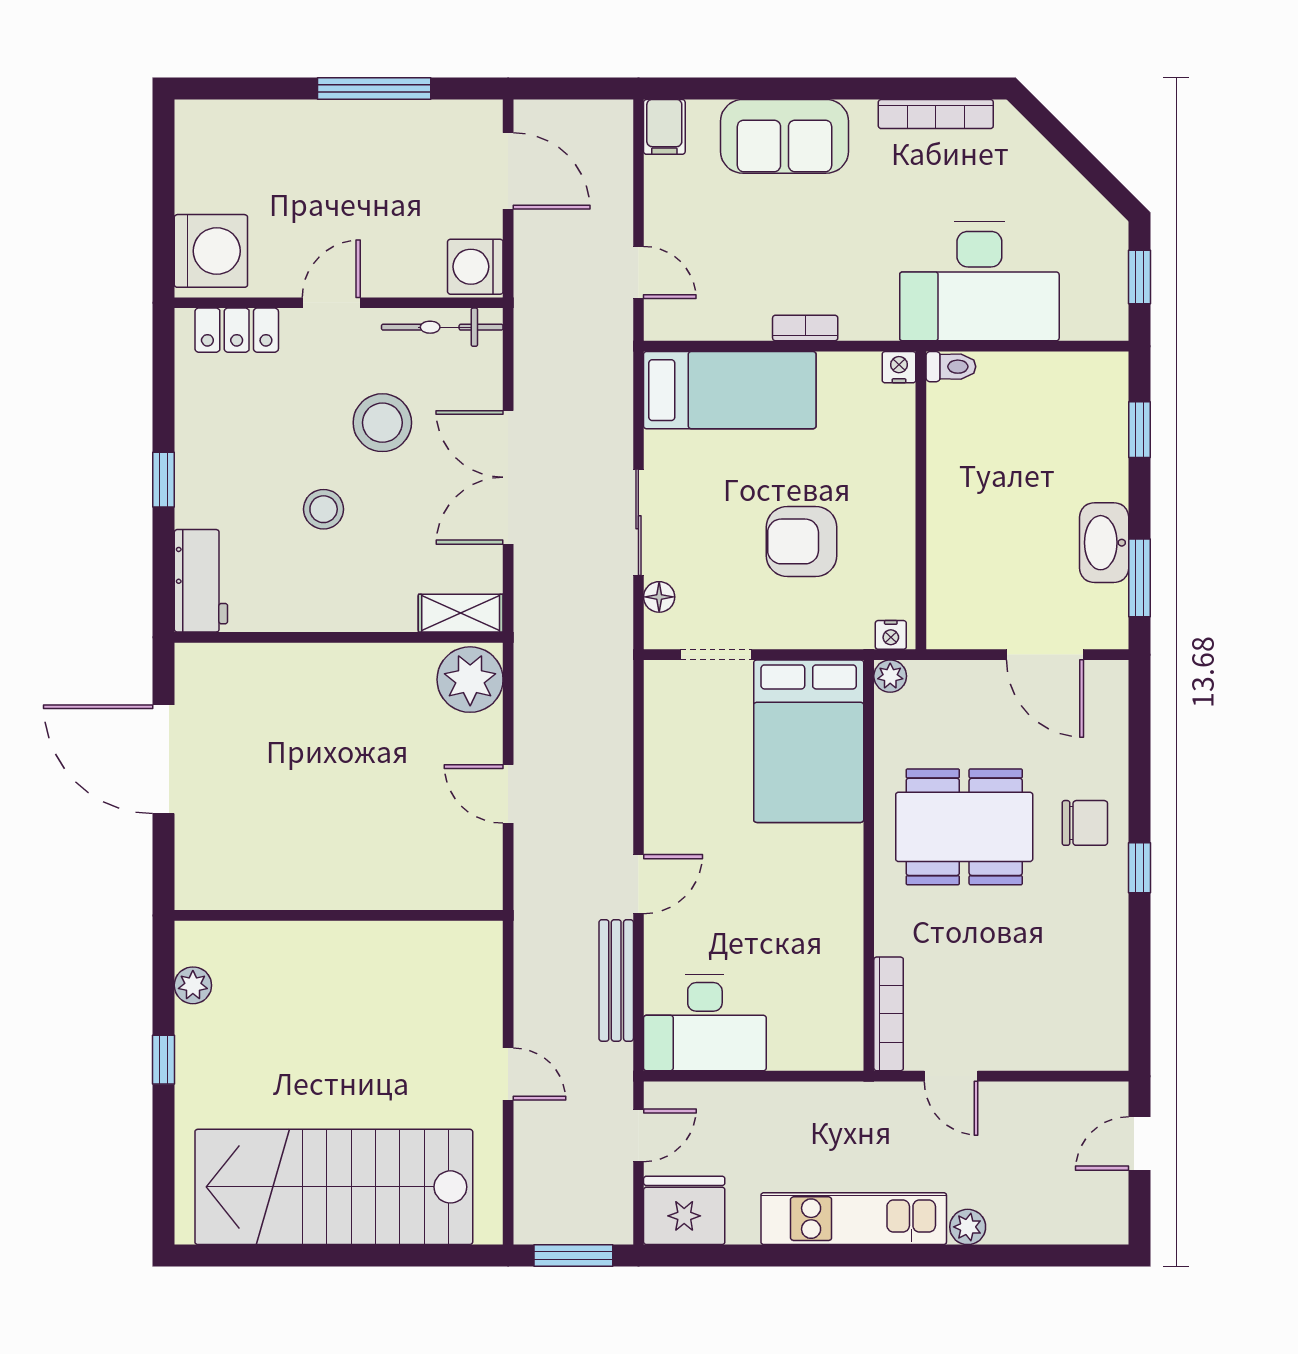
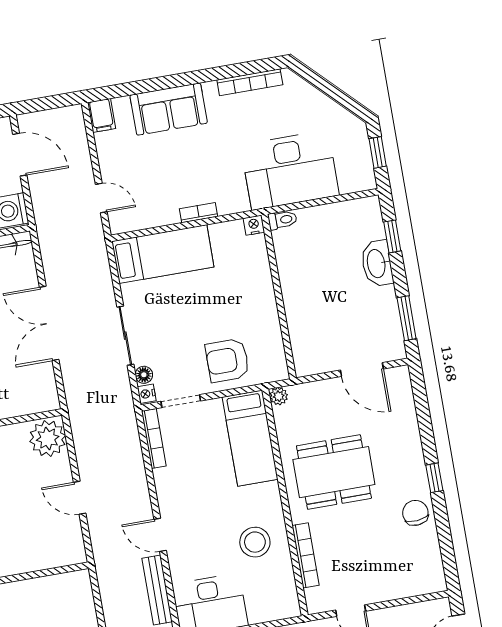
armchair: (802, 541) -> (227, 360), moved
washbasin: (1104, 543) -> (377, 263), moved
shelving: (461, 613) -> (36, 403), removed
nightstand: (891, 635) -> (147, 394), moved, turned 90
bookcase: (657, 712) -> (154, 438), added
bed: (809, 741) -> (250, 438), width x0.67
chair: (1085, 823) -> (415, 513), moved, turned -95
door: (638, 884) -> (160, 535), swing flipped
stool: (803, 926) -> (255, 542), added
bookcase: (889, 1014) -> (306, 555), moved

